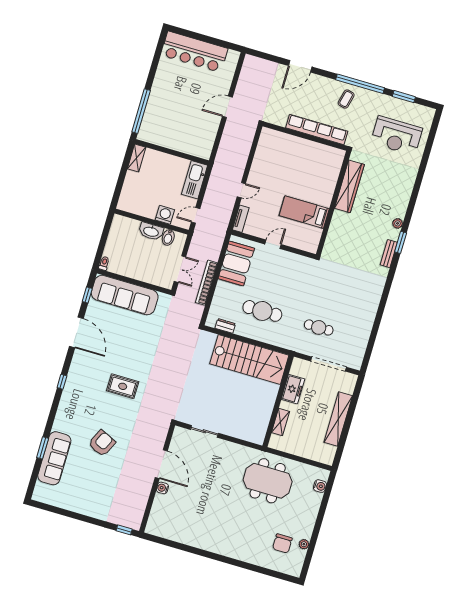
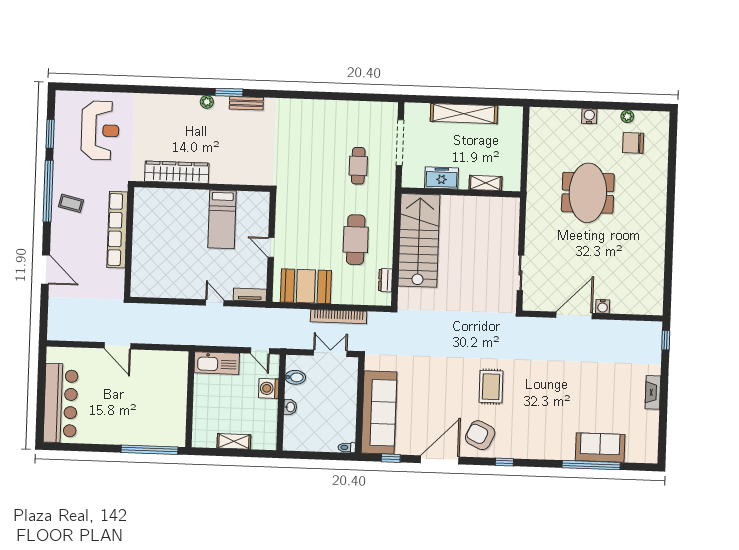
shelving: (137, 158) -> (234, 441), moved
washbasin: (151, 231) -> (290, 407), width x0.52, depth x0.69
armchair: (102, 443) -> (480, 435), moved
window: (43, 448) -> (591, 465), width x2.11
sofa: (54, 458) -> (600, 448), width x0.73
meeting table: (268, 481) -> (588, 193), moved
water cooler: (320, 486) -> (589, 116), moved
fireplace: (86, 510) -> (653, 392), added
chair: (282, 543) -> (633, 143), turned 180

